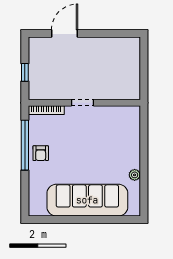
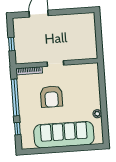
armchair: (41, 153) -> (51, 96), moved, width x1.88, depth x1.88
window: (25, 188) -> (17, 129), added

